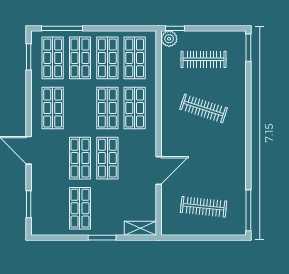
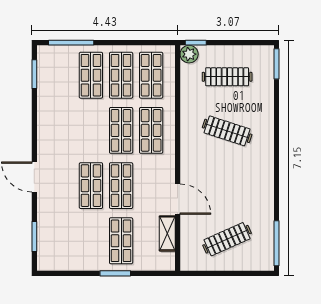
shop shelf: (53, 58) -> (61, 75), removed
shop shelf: (53, 108) -> (61, 130), removed
door: (159, 170) -> (178, 199), hinge flipped
clothes rail: (204, 207) -> (227, 239), turned -30
shop shelf: (80, 208) -> (121, 241), moved
shelving: (140, 228) -> (167, 233), moved, turned 90

